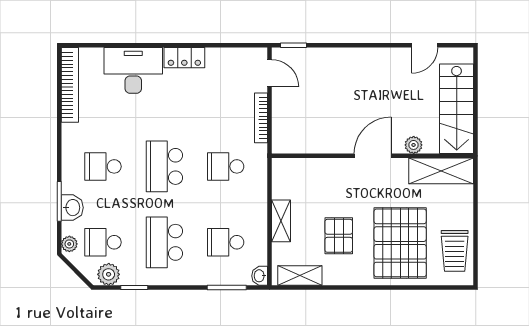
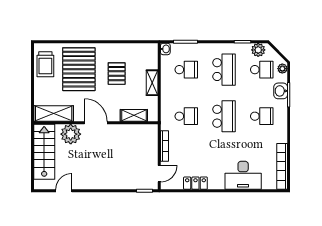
locker: (184, 58) -> (195, 183), moved
door: (269, 73) -> (159, 174), swing flipped
plant: (414, 145) -> (71, 134), width x1.88, depth x1.88
door: (373, 156) -> (96, 123), swing flipped
trolley: (455, 251) -> (45, 64), turned 180
shelving: (300, 276) -> (134, 115), moved

